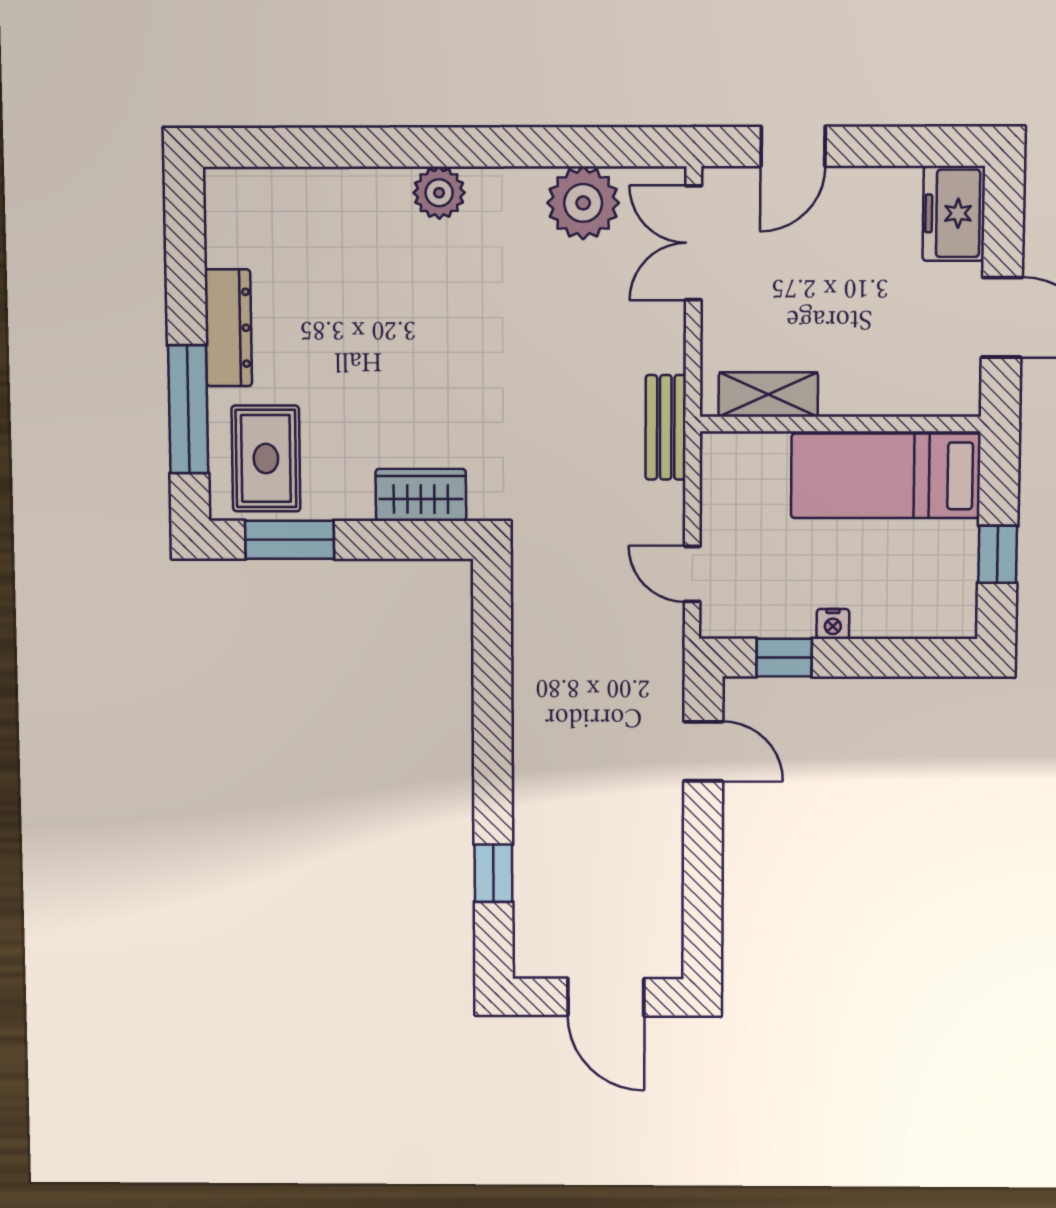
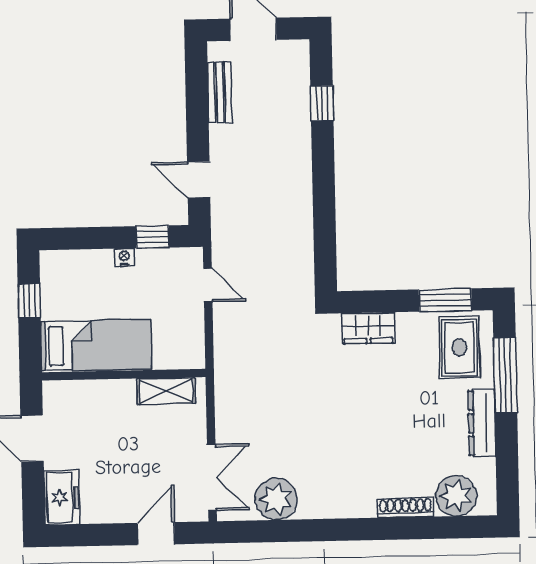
shoe rack: (361, 184) -> (405, 508), added
plant: (439, 193) -> (456, 496), moved, width x1.36, depth x1.36
bench: (666, 427) -> (220, 92), moved

